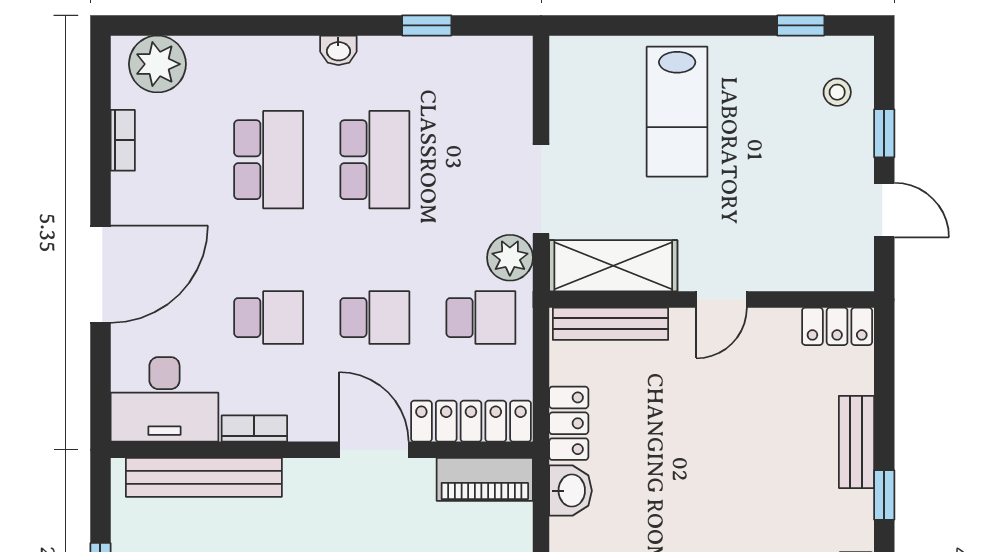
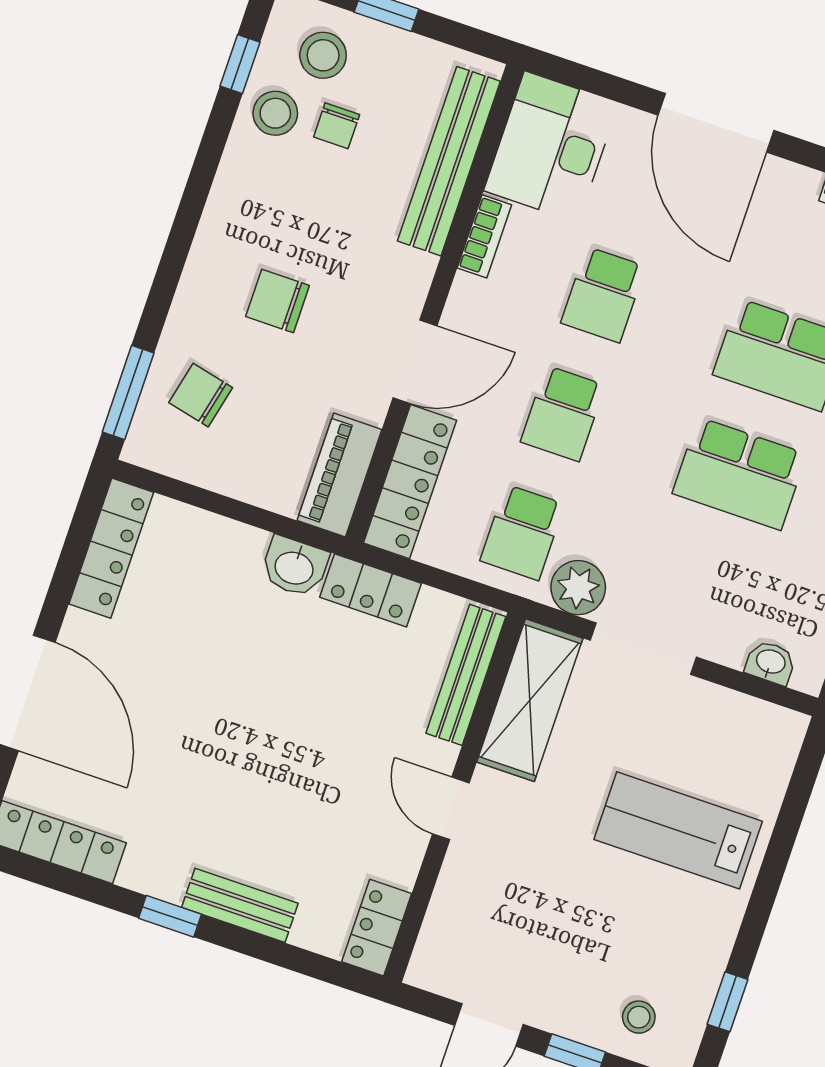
washbasin: (518, 83) -> (770, 663), added

